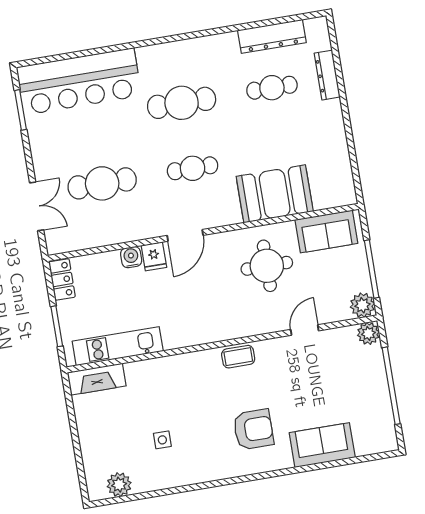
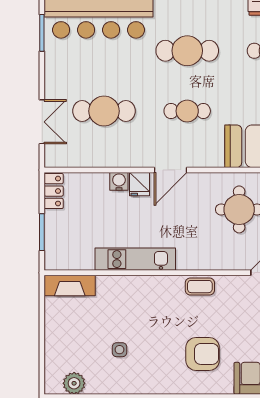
kitchen unit: (118, 346) -> (135, 259), moved

